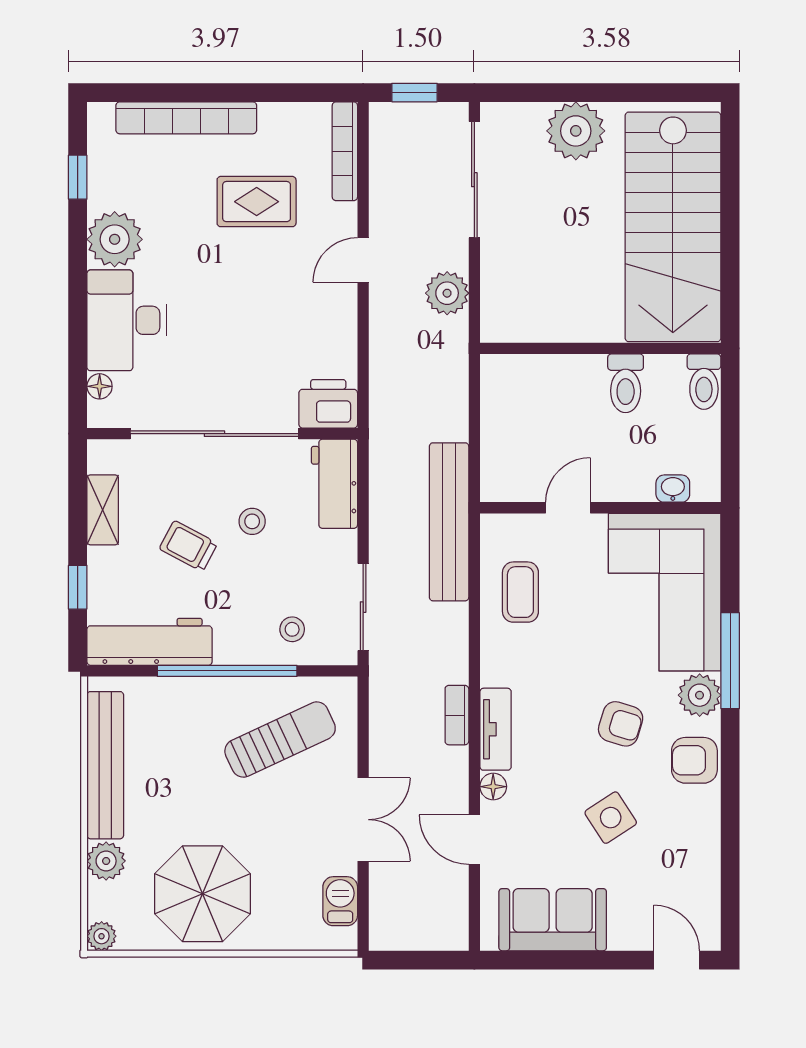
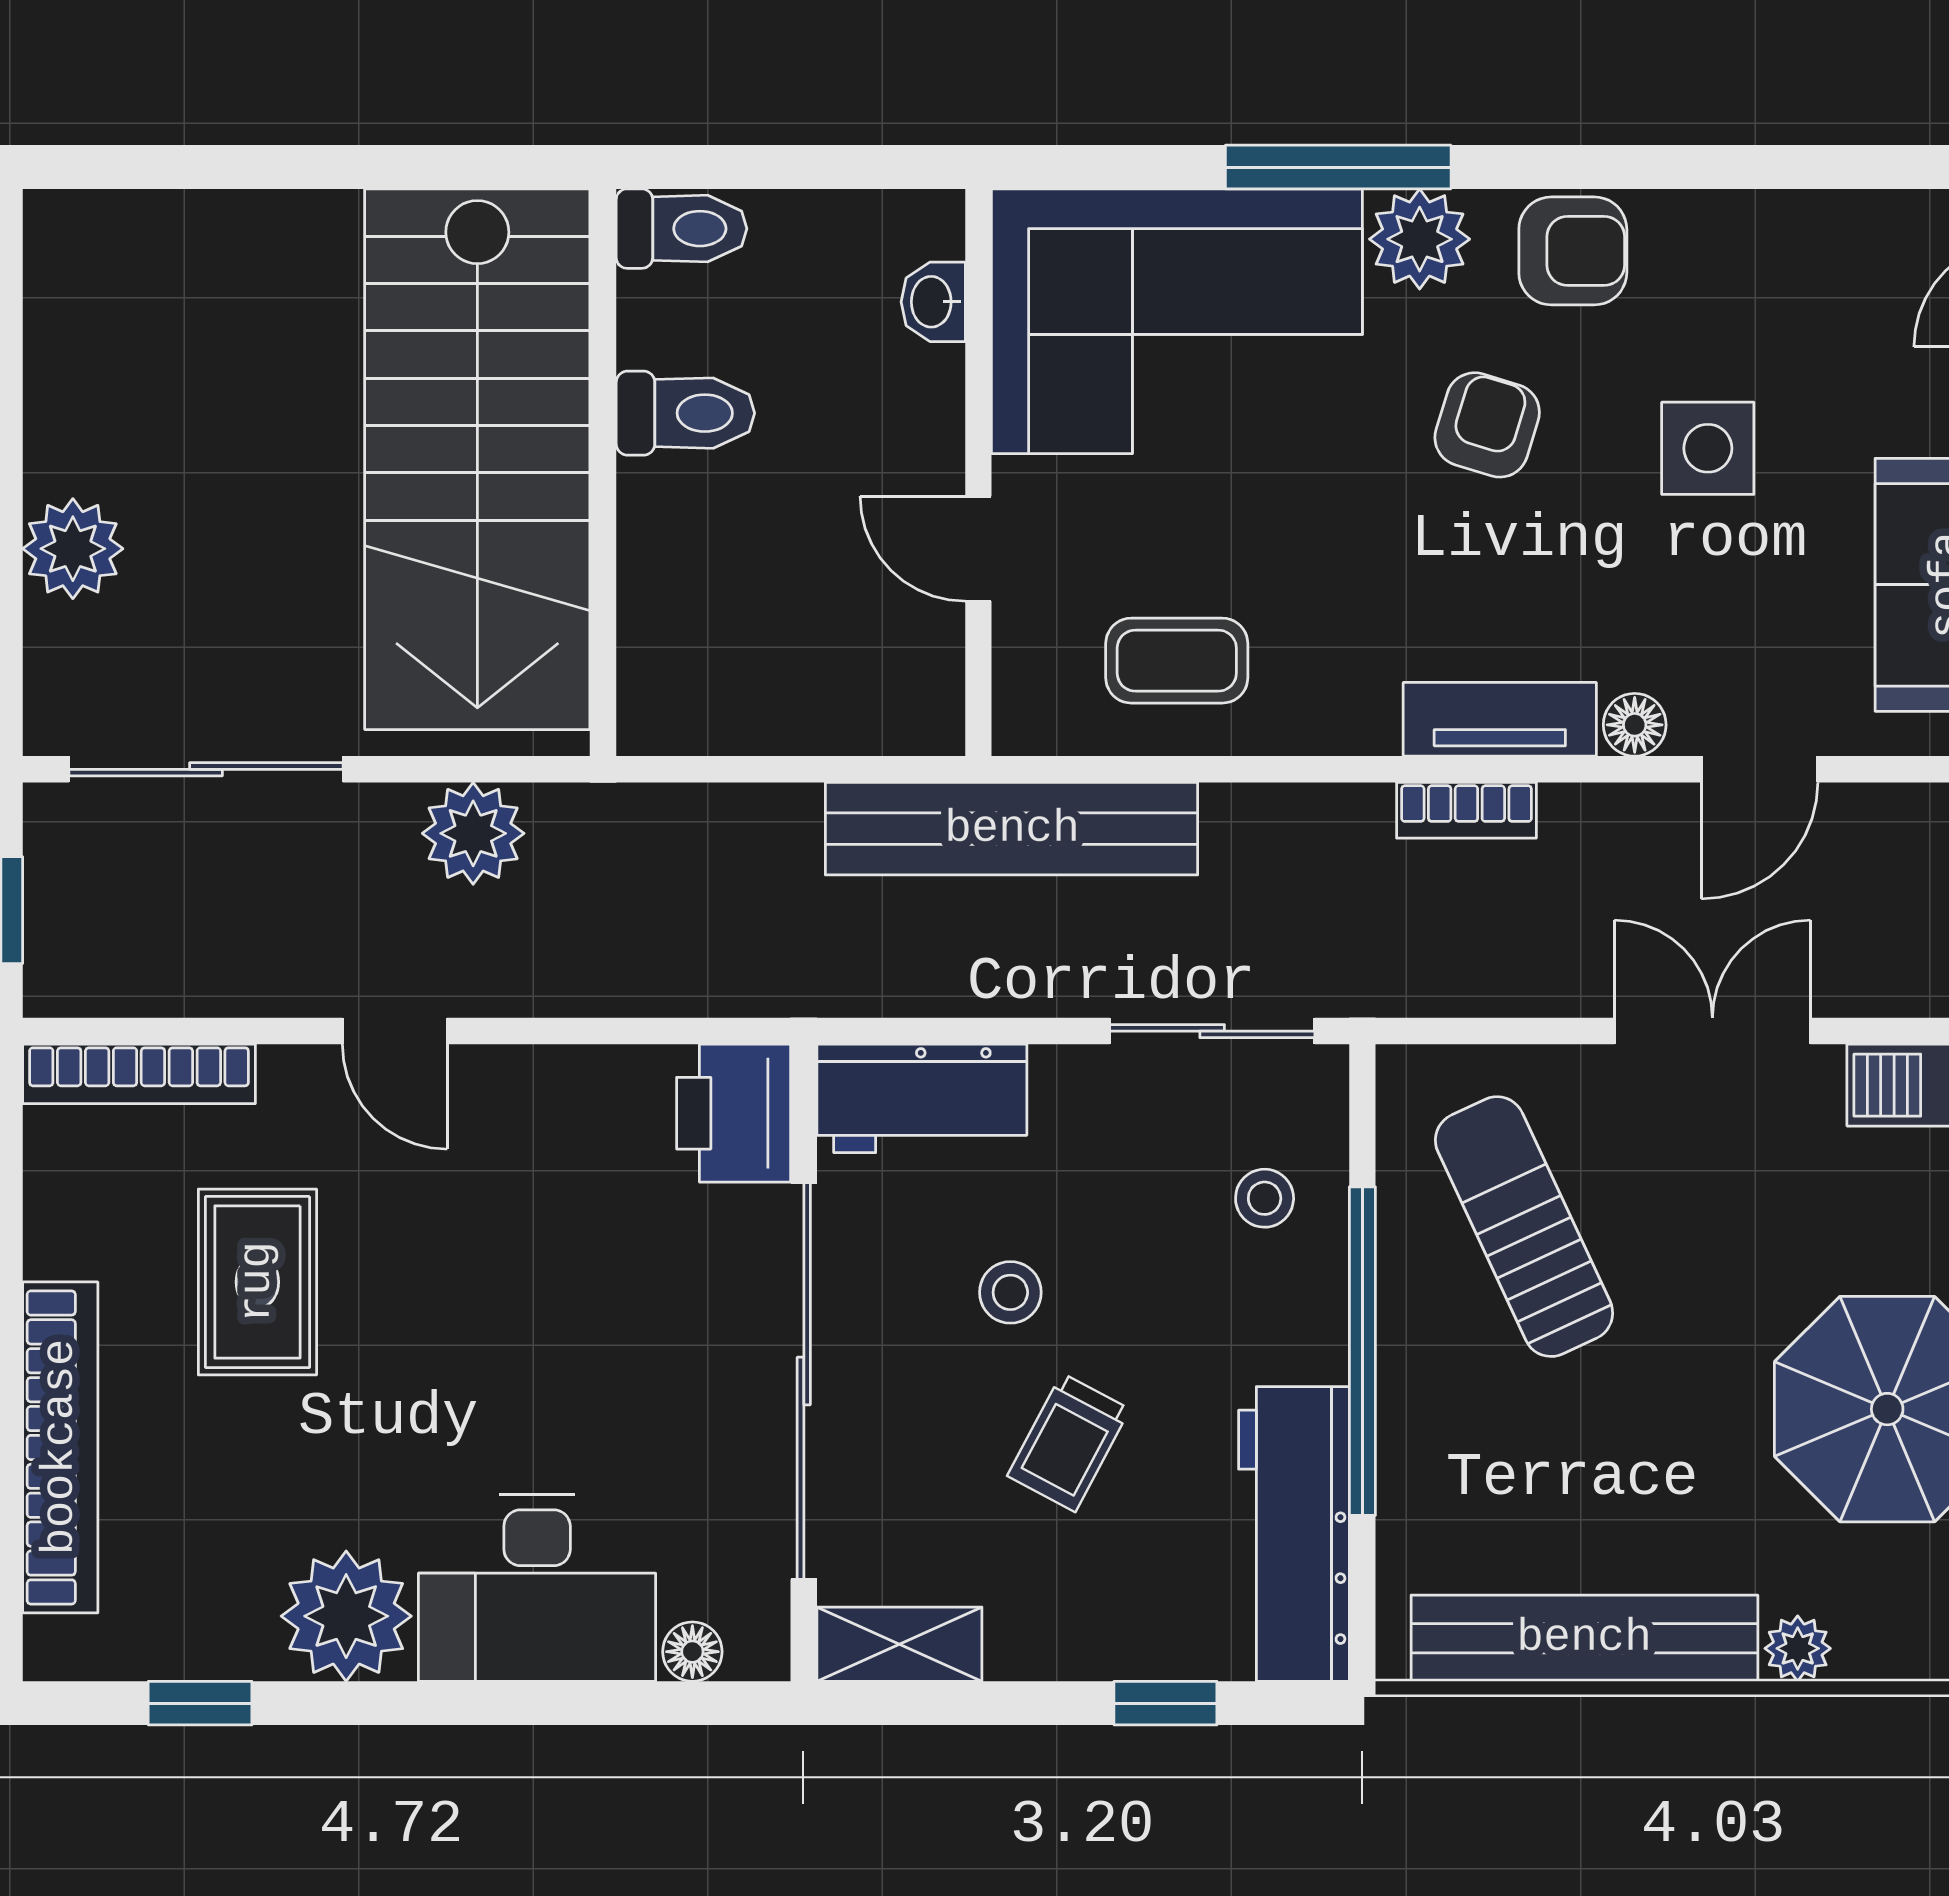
plant: (576, 131) -> (73, 549), width x0.73, depth x0.73
stairs: (673, 227) -> (477, 459), moved, turned 90
shelving: (103, 510) -> (899, 1644), moved
armchair: (694, 760) -> (1573, 251), turned -90
side table: (611, 818) -> (1708, 448), turned 33
plant: (106, 861) -> (1798, 1648), width x0.73, depth x0.73

